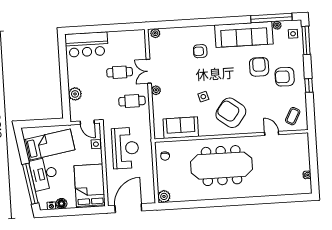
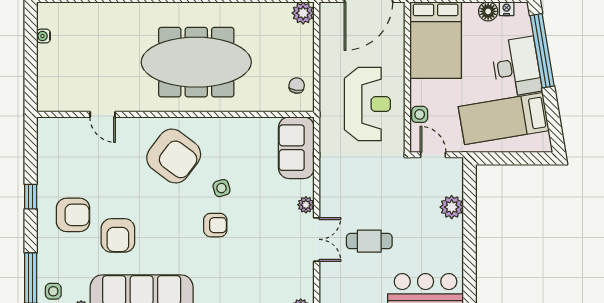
armchair: (200, 51) -> (215, 225), moved
cafe table: (132, 101) -> (350, 188), removed
coffee table: (293, 116) -> (63, 143), removed
sofa: (181, 128) -> (296, 148), moved, turned 90
reception desk: (125, 148) -> (367, 104), turned 180

